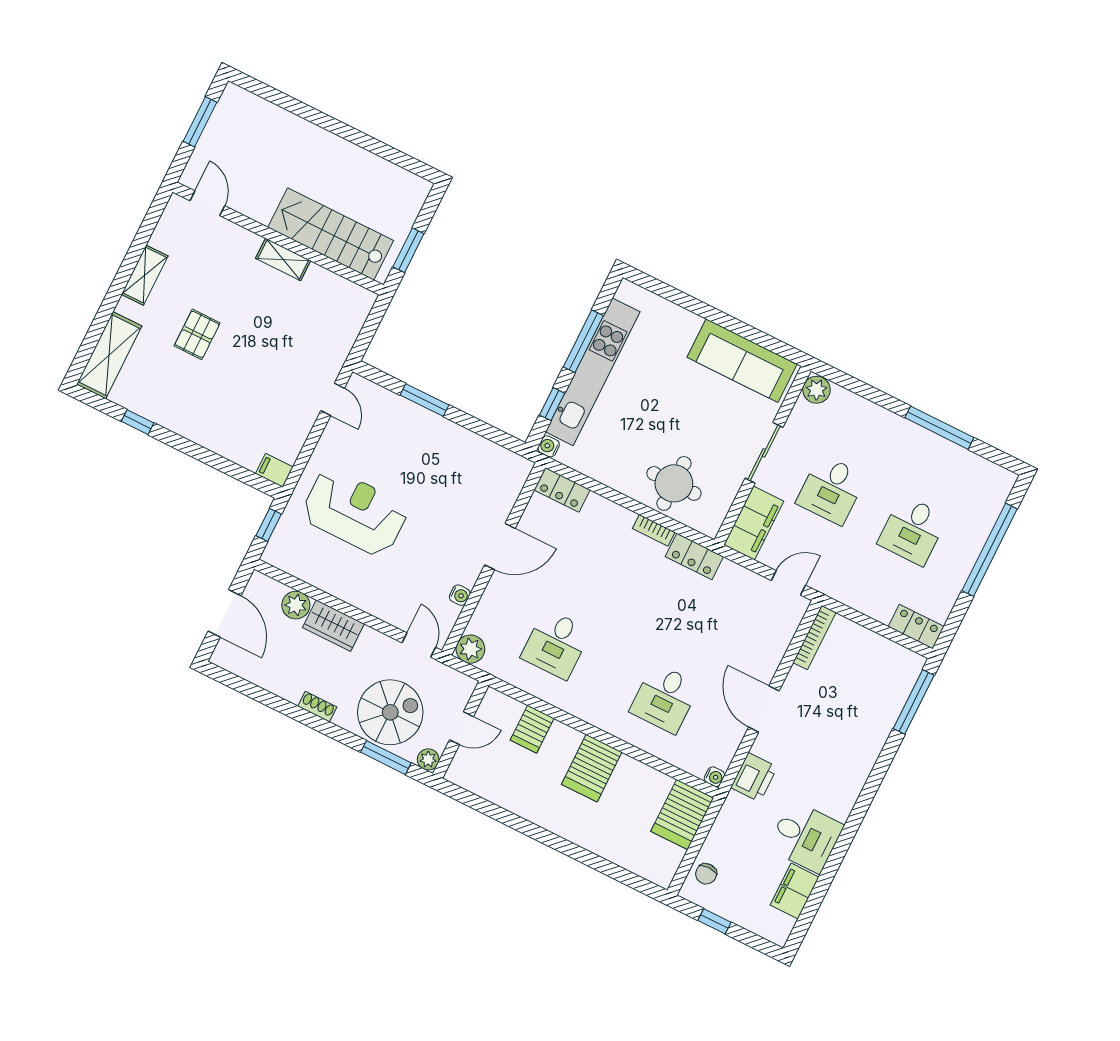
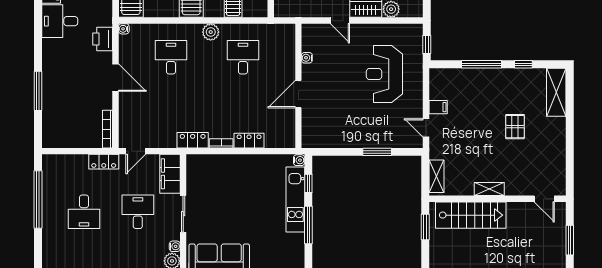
shelving: (145, 275) -> (436, 176), moved
kitchen unit: (593, 372) -> (295, 199), width x0.73
water cooler: (801, 410) -> (175, 246), added
window: (201, 454) -> (482, 64), added
filing cabinet: (274, 470) -> (438, 107), moved
round table: (674, 483) -> (223, 174), removed
locker: (562, 490) -> (249, 141), moved
reception desk: (355, 512) -> (384, 74), turned 90
desk: (912, 530) -> (84, 212), turned 180
window: (990, 550) -> (38, 199), moved
locker: (916, 627) -> (104, 162), moved
door: (419, 645) -> (340, 21), moved
plant: (470, 649) -> (211, 32), moved
window: (914, 702) -> (38, 91), moved

